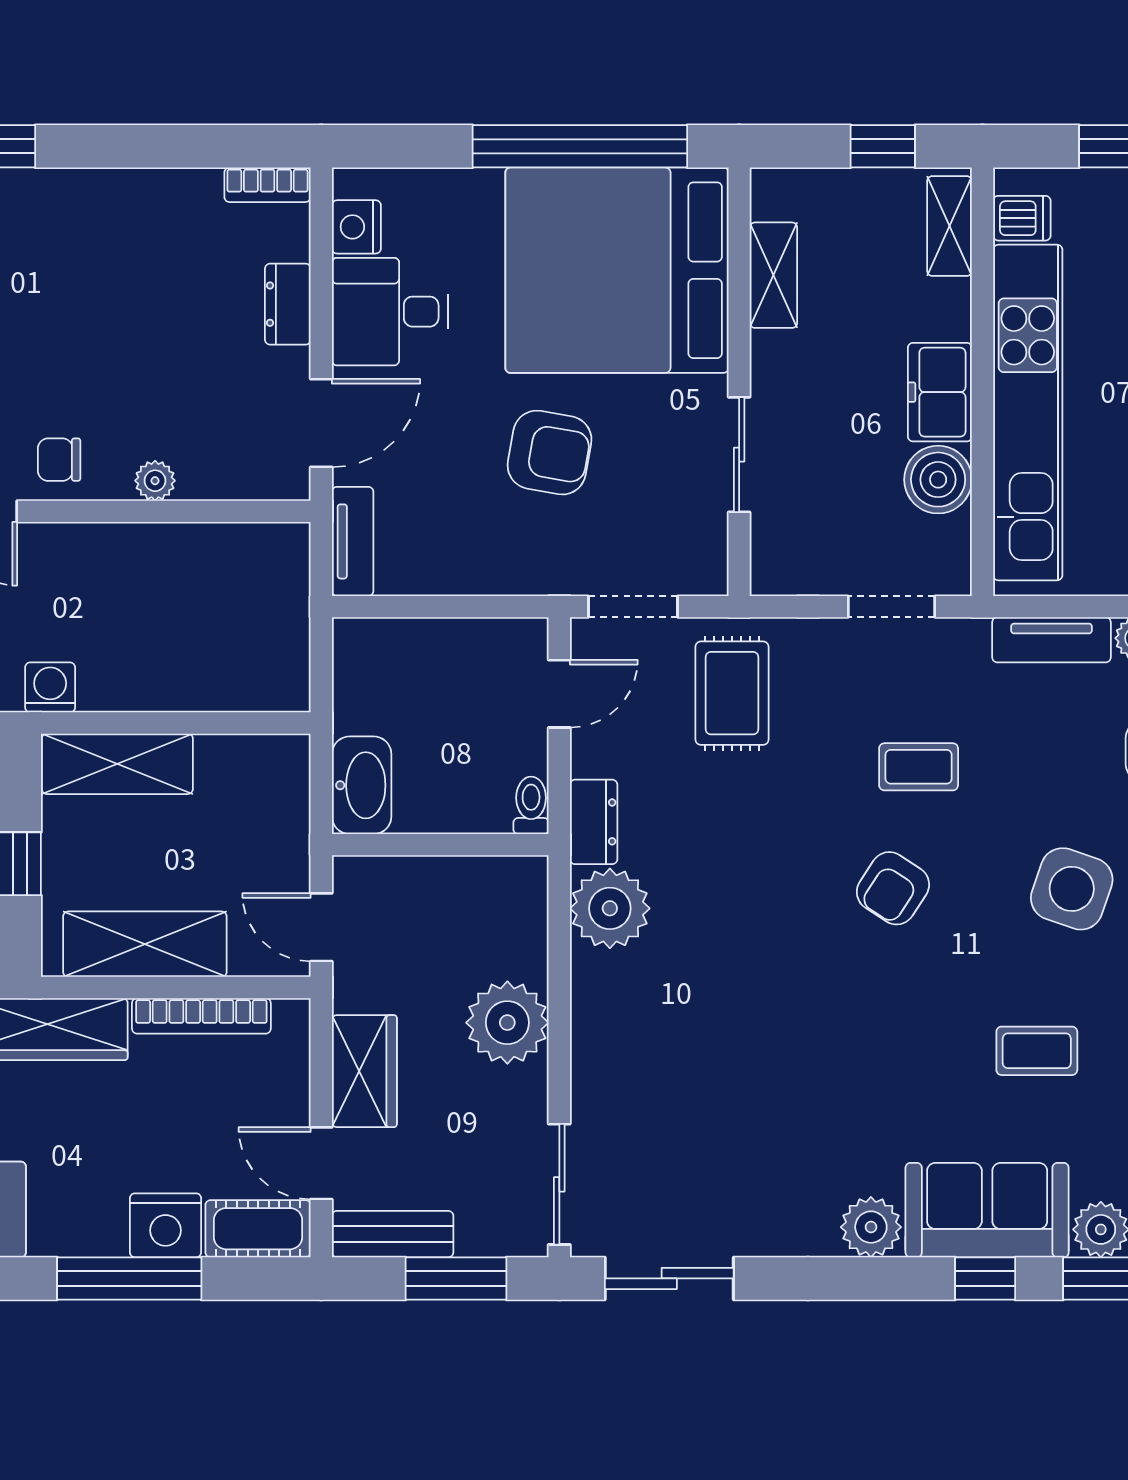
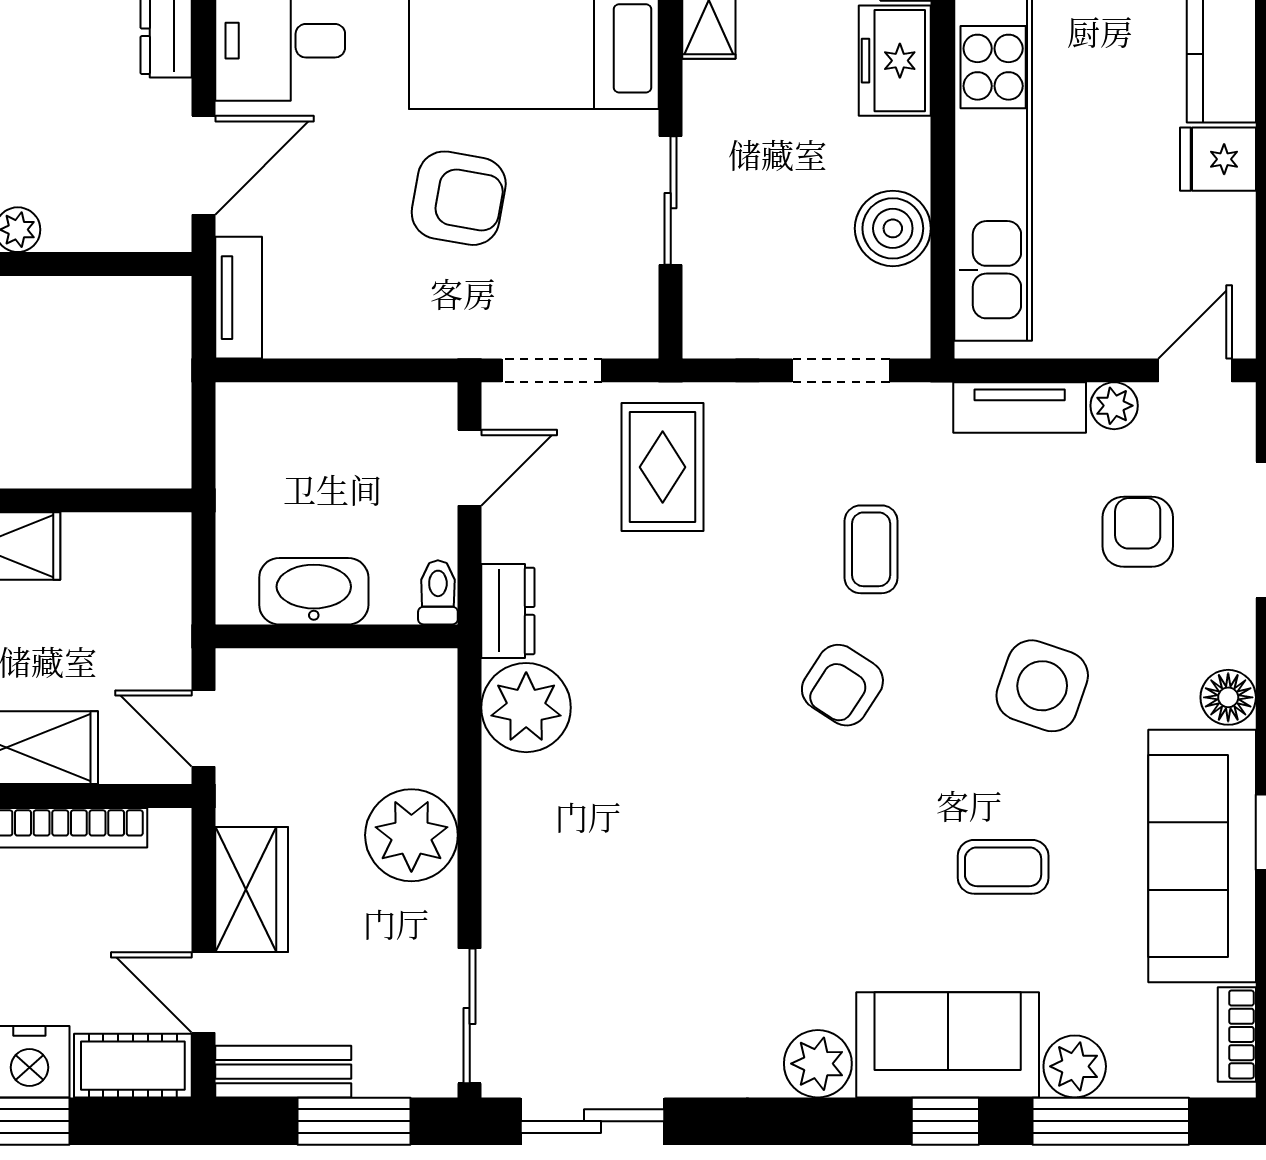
freezer: (940, 392) -> (895, 61), moved
coffee table: (919, 767) -> (871, 549), turned 90
washbasin: (362, 785) -> (314, 591), moved, turned -90

